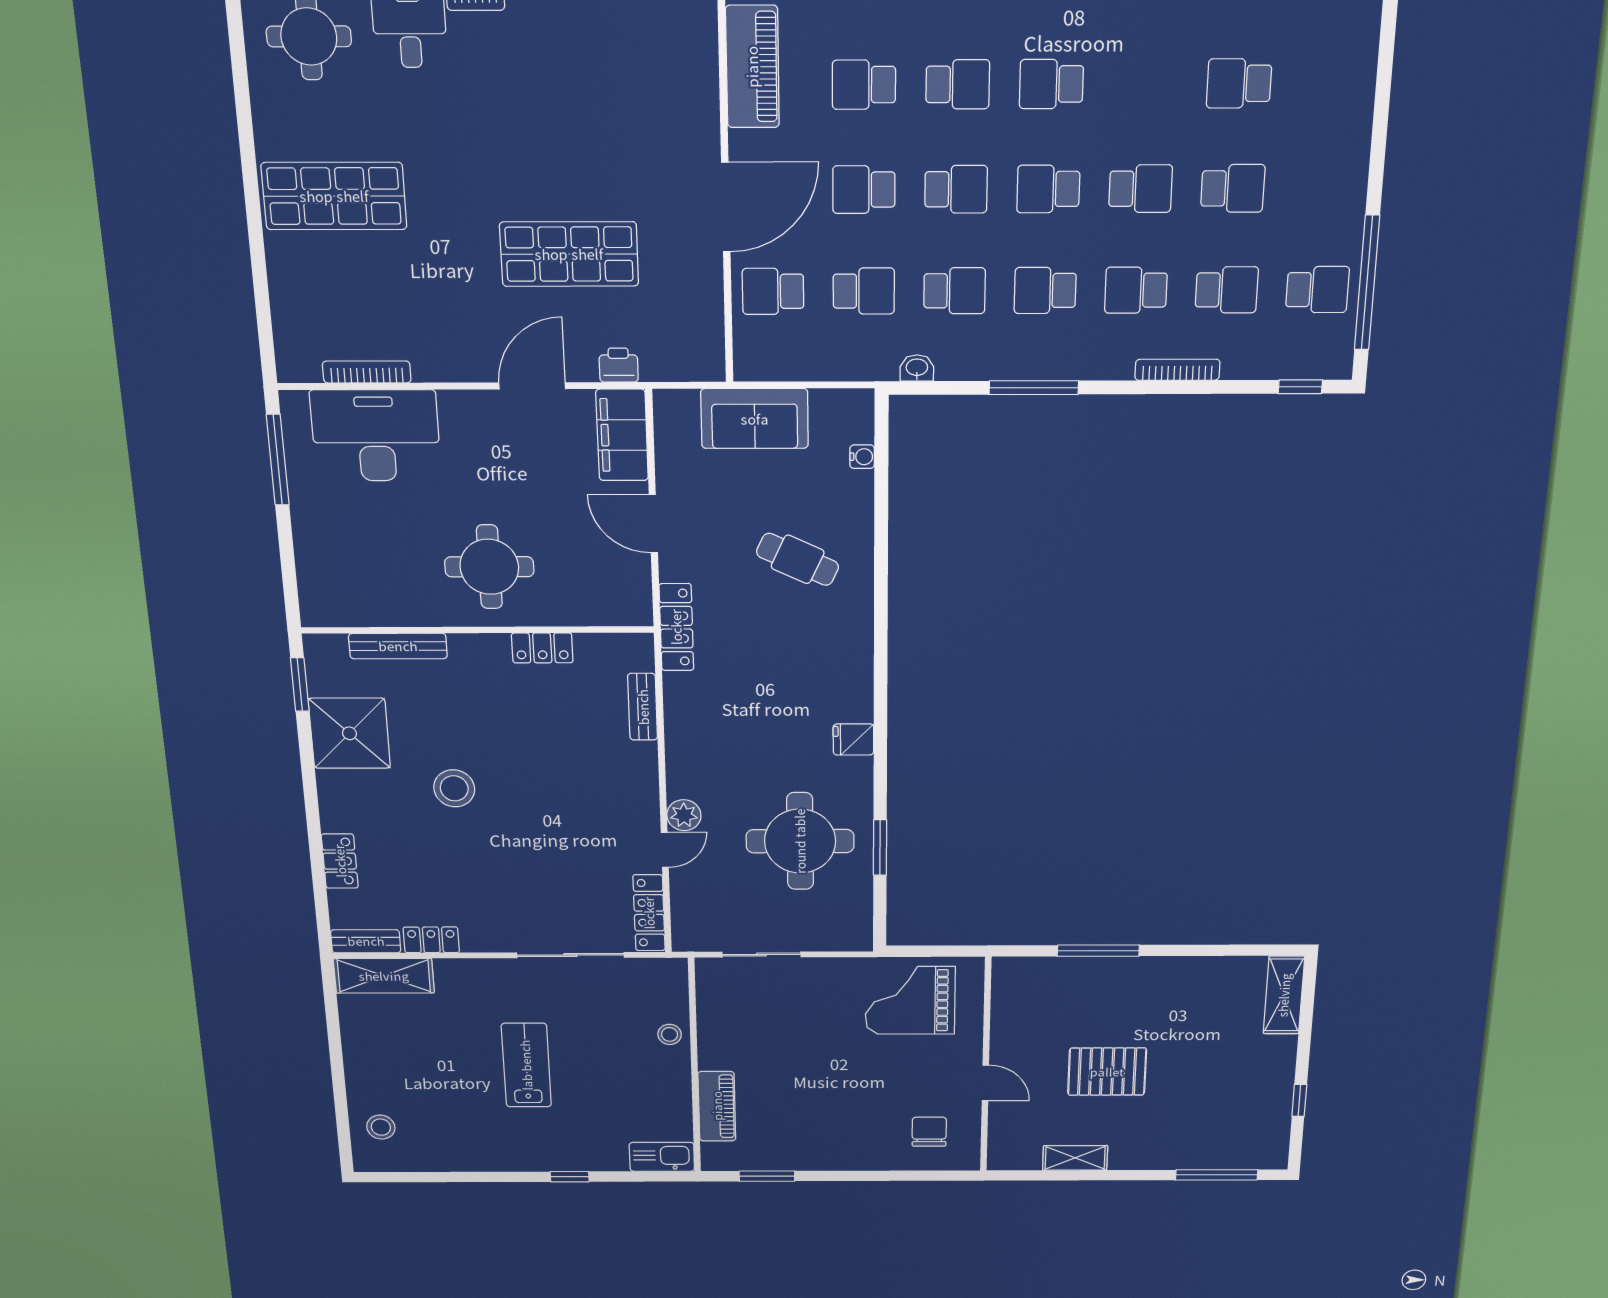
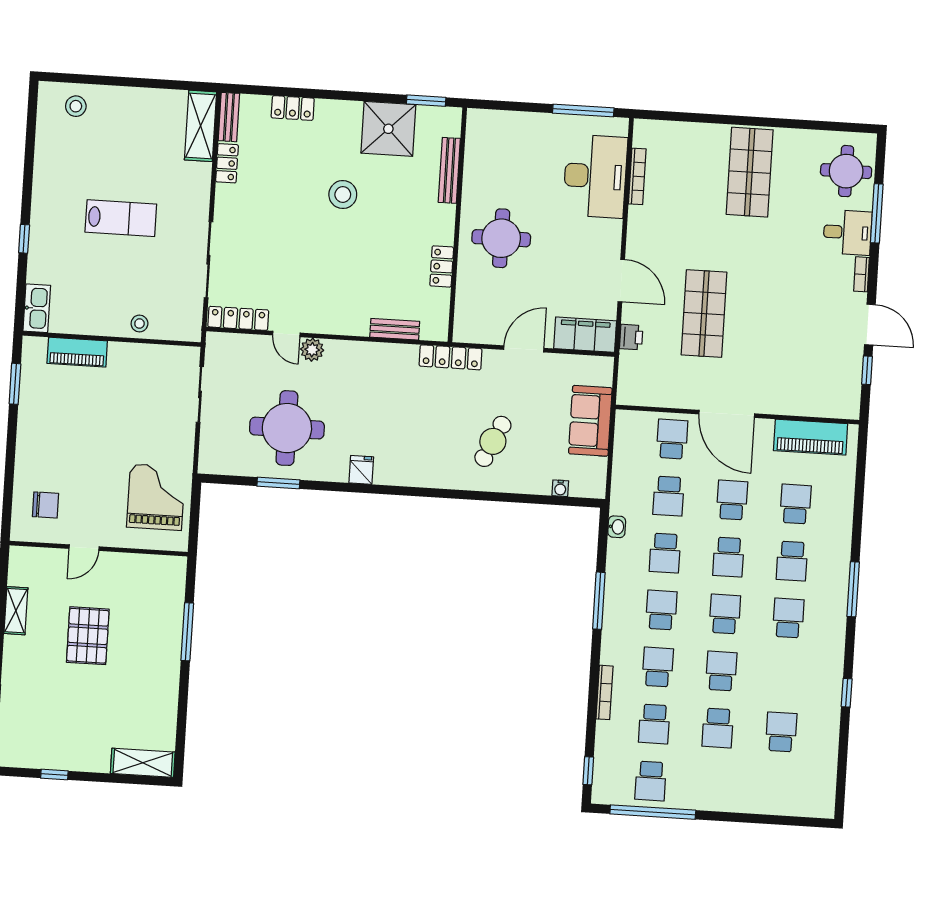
school desk: (1141, 189) -> (721, 671), turned 180

